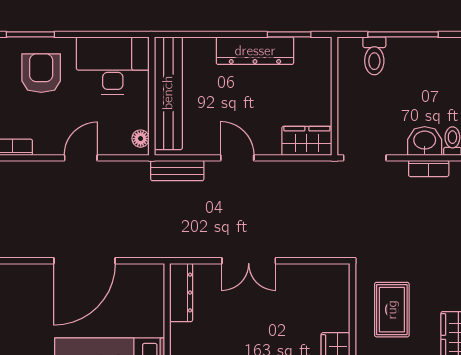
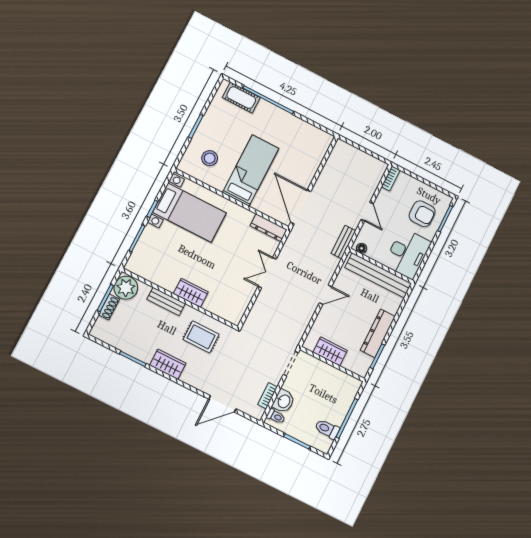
toilet: (374, 56) -> (327, 429), moved
wardrobe: (307, 141) -> (330, 351), moved, turned -90
bench: (177, 171) -> (343, 242), moved
door: (85, 261) -> (301, 207), moved

